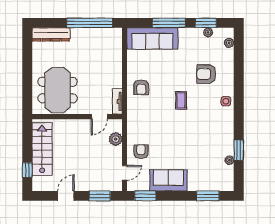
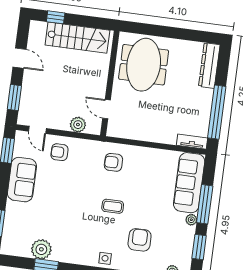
plant: (208, 32) -> (191, 220), moved
armchair: (141, 87) -> (113, 162), moved
meeting table: (58, 90) -> (144, 65), turned 90
tv unit: (117, 101) -> (192, 142), moved
armchair: (141, 152) -> (59, 152), turned 180
plant: (229, 160) -> (41, 249), width x1.88, depth x1.88

